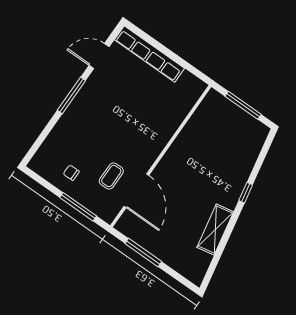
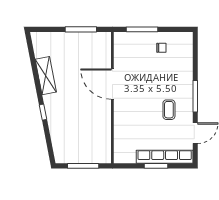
window: (165, 51) -> (156, 166), added
coffee table: (111, 176) -> (169, 110), moved
door: (136, 191) -> (112, 84), moved

